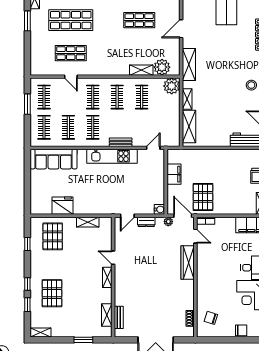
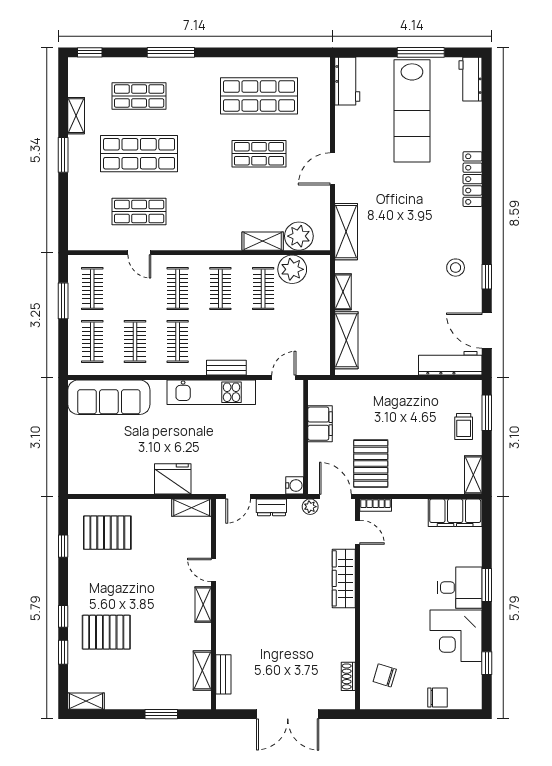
plant: (172, 86) -> (292, 269), moved
fridge: (62, 206) -> (173, 479), moved
shelving: (88, 222) -> (192, 508), moved
pallet: (53, 236) -> (107, 533), turned 90
pallet: (52, 293) -> (106, 632), turned 90

